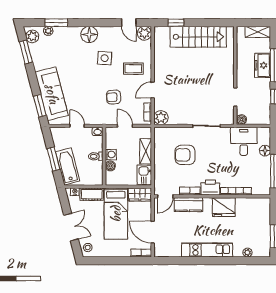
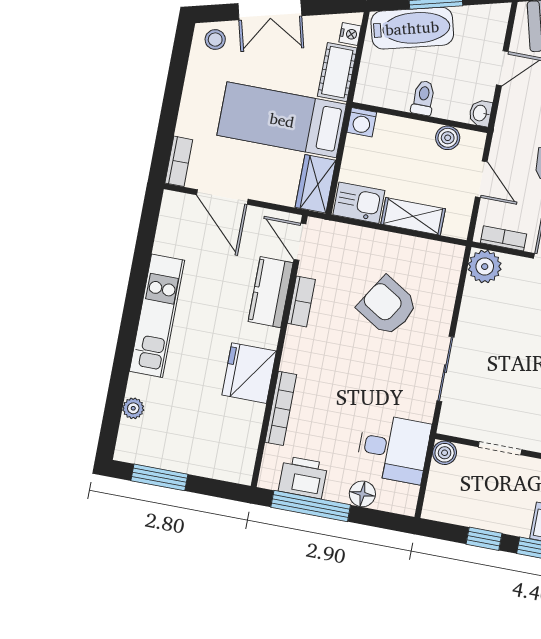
door: (125, 126) -> (481, 179), hinge flipped
washing machine: (111, 155) -> (362, 122), moved
armchair: (185, 155) -> (387, 306), turned -58
boiler: (110, 166) -> (448, 138), moved
printer: (210, 187) -> (303, 477), moved, turned -90
door: (153, 232) -> (222, 197), swing flipped

